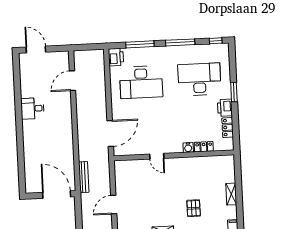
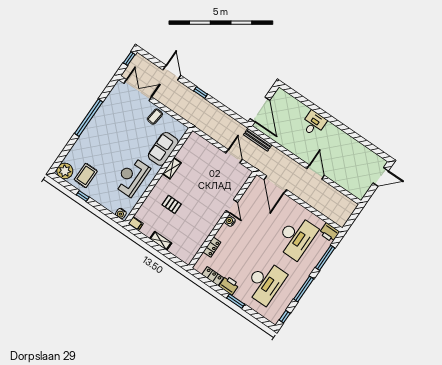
door: (72, 81) -> (316, 172), moved
desk: (141, 82) -> (296, 237), turned 180
desk: (32, 108) -> (314, 123), moved
water cooler: (188, 148) -> (230, 221), moved
door: (157, 156) -> (232, 206), swing flipped
door: (57, 195) -> (260, 109), hinge flipped
door: (114, 205) -> (234, 156), moved

